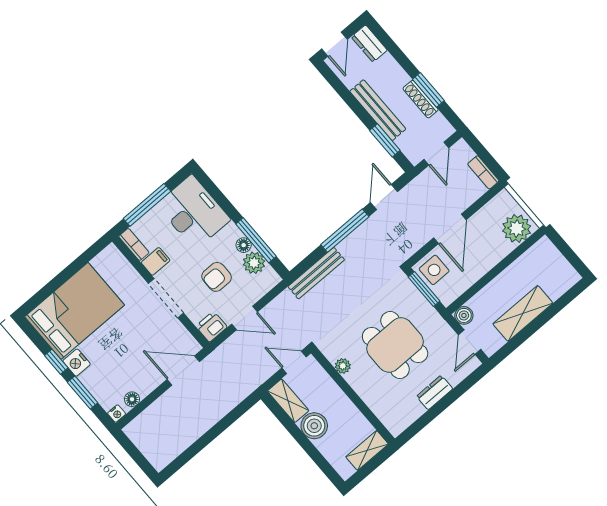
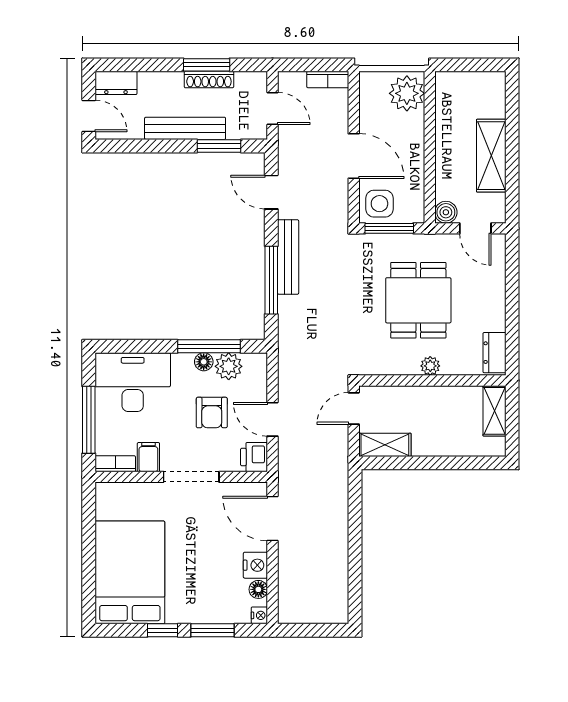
window: (345, 231) -> (271, 280), moved
bench: (316, 273) -> (288, 257), moved
door: (245, 318) -> (273, 419), swing flipped
dining table: (395, 345) -> (418, 300), turned 90
nightstand: (77, 363) -> (255, 565), moved, turned -90
plant: (343, 366) -> (430, 366), moved
door: (183, 370) -> (273, 518), hinge flipped
dresser: (435, 393) -> (494, 353), moved
boiler: (314, 426) -> (429, 440), removed

